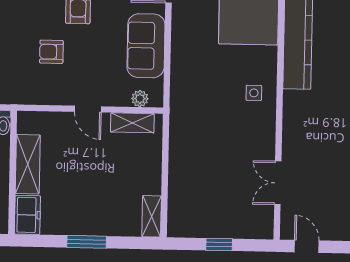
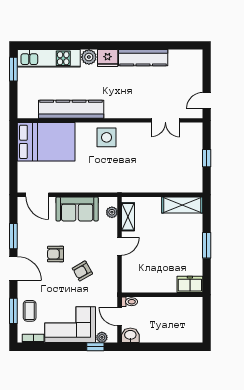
armchair: (51, 52) -> (82, 271), turned 60
side table: (254, 93) -> (107, 137), width x1.87, depth x1.87
shelving: (28, 164) -> (157, 285), removed
shelving: (152, 216) -> (182, 205), width x1.50, depth x1.33

